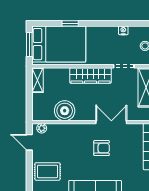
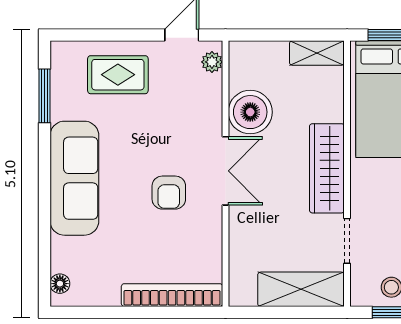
double door: (111, 122) -> (225, 171), moved
rug: (47, 171) -> (118, 75), turned 90

